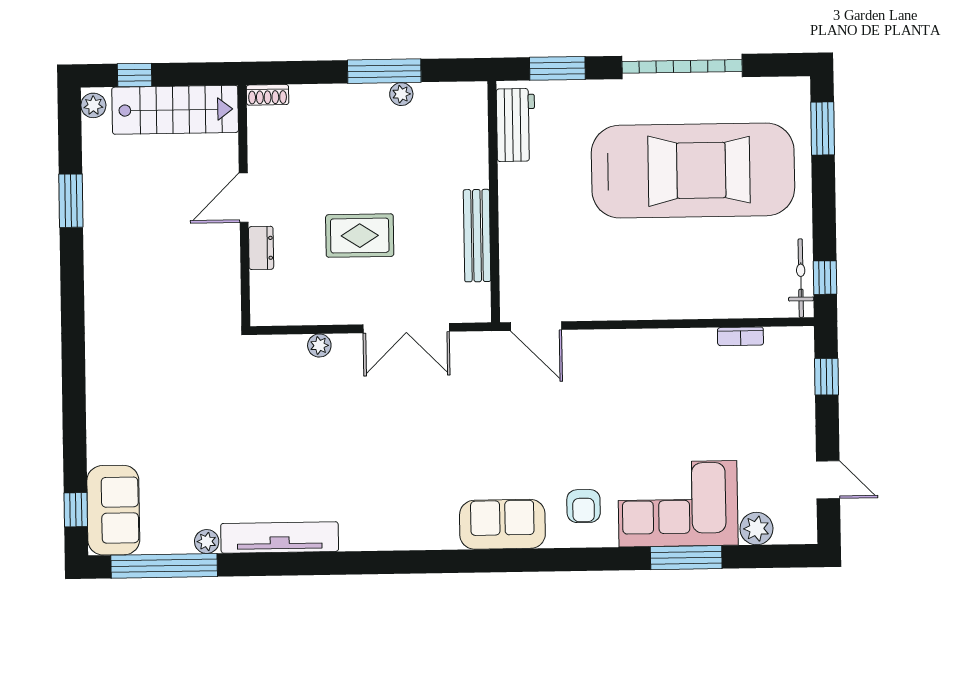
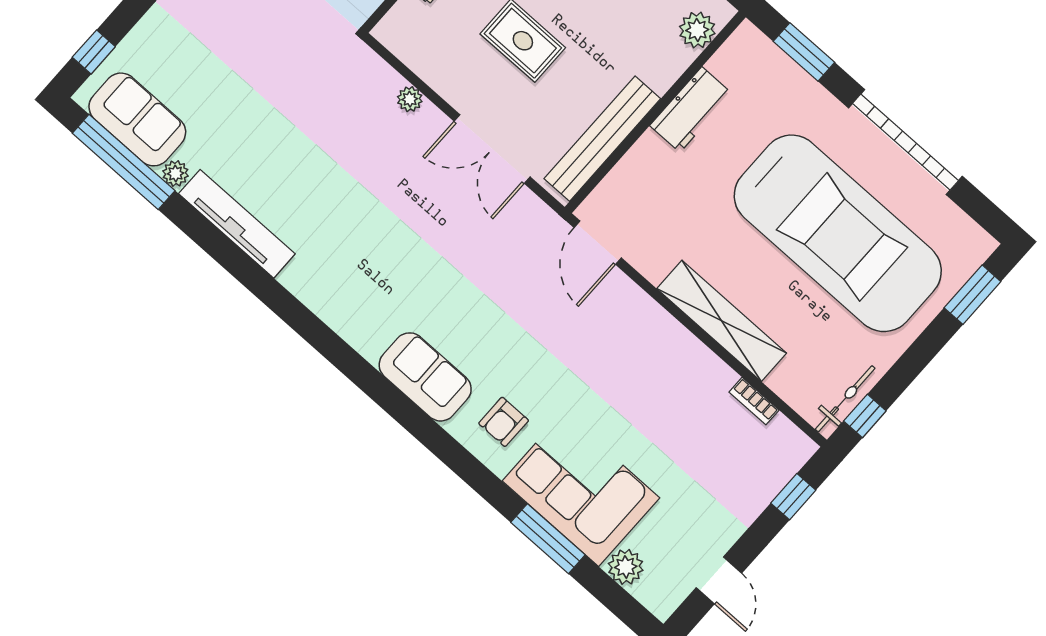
plant: (471, 120) -> (697, 30), added
workbench: (516, 125) -> (691, 110), moved
bench: (477, 236) -> (602, 139), width x1.37, depth x1.21
shelving: (669, 302) -> (722, 321), added
sofa: (113, 510) -> (137, 119), moved, turned -90

